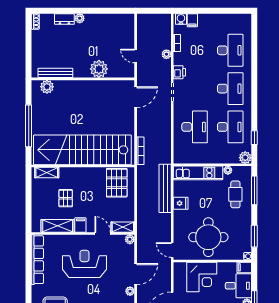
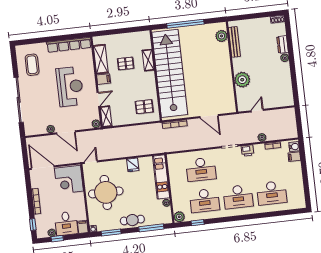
door: (136, 97) -> (209, 116), moved
shelving: (47, 172) -> (148, 60), moved
pallet: (117, 183) -> (144, 107), width x0.67, depth x0.71
bench: (165, 188) -> (144, 150), removed
cafe table: (235, 194) -> (132, 220), moved
corner desk: (202, 277) -> (69, 180), moved

